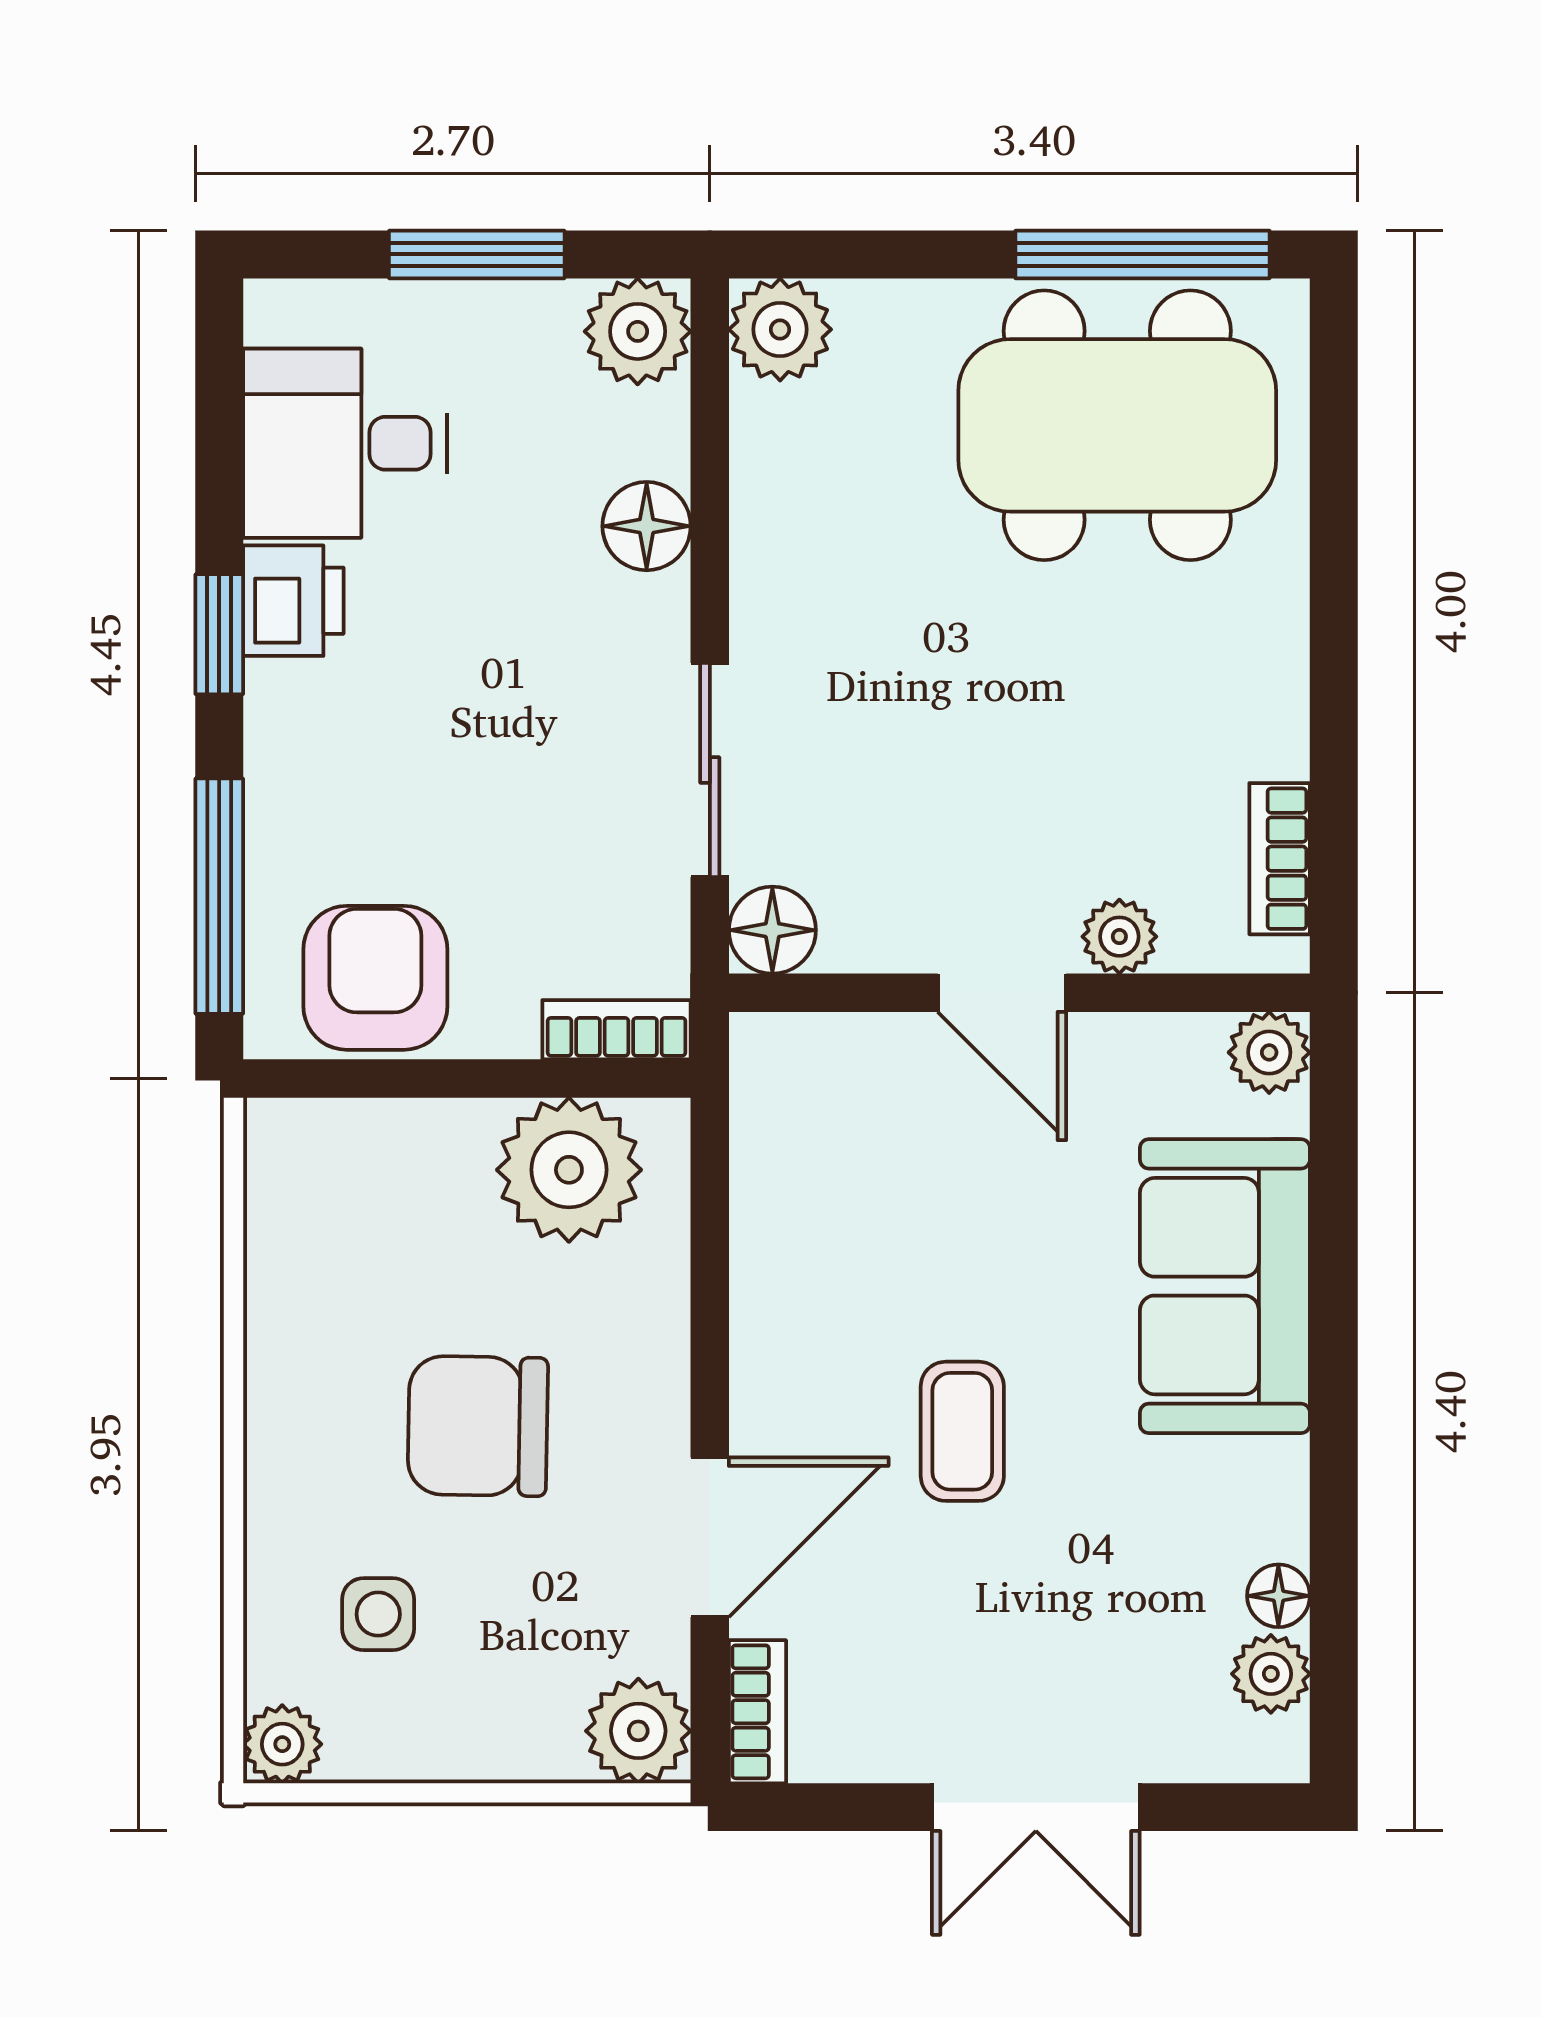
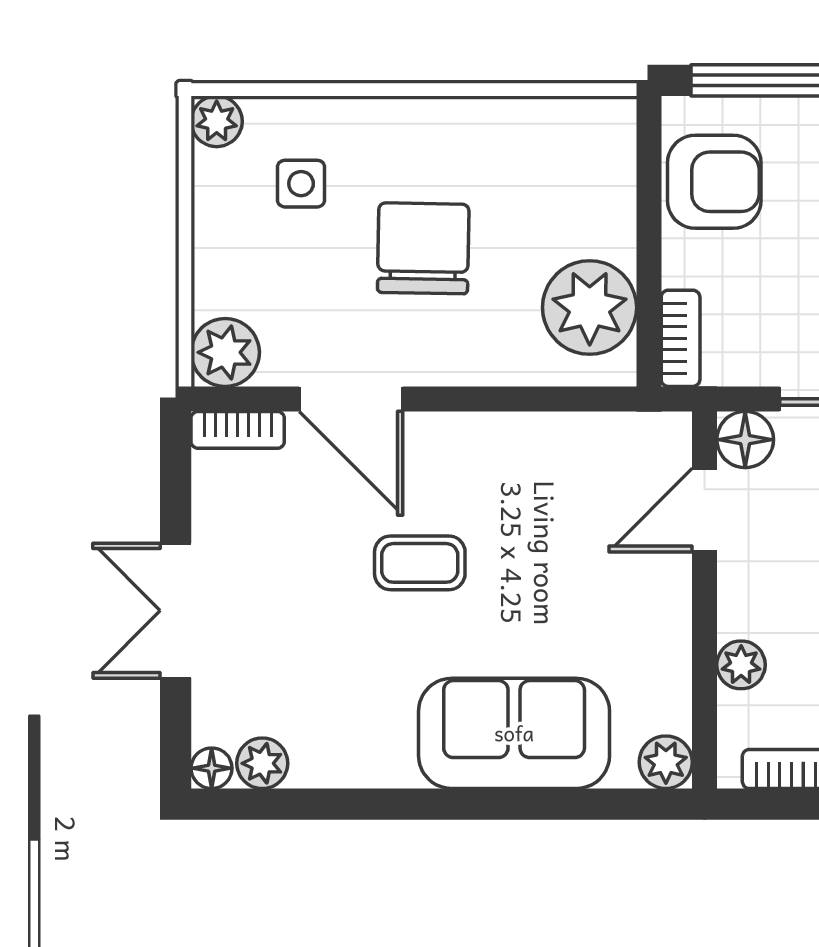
door: (1002, 993) -> (705, 510), moved
floor lamp: (1278, 1596) -> (212, 768), moved

